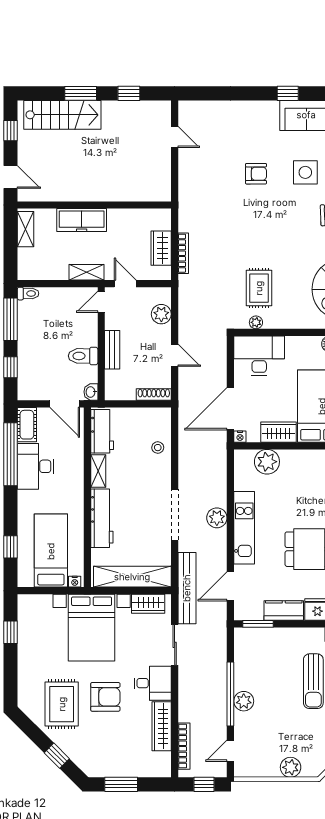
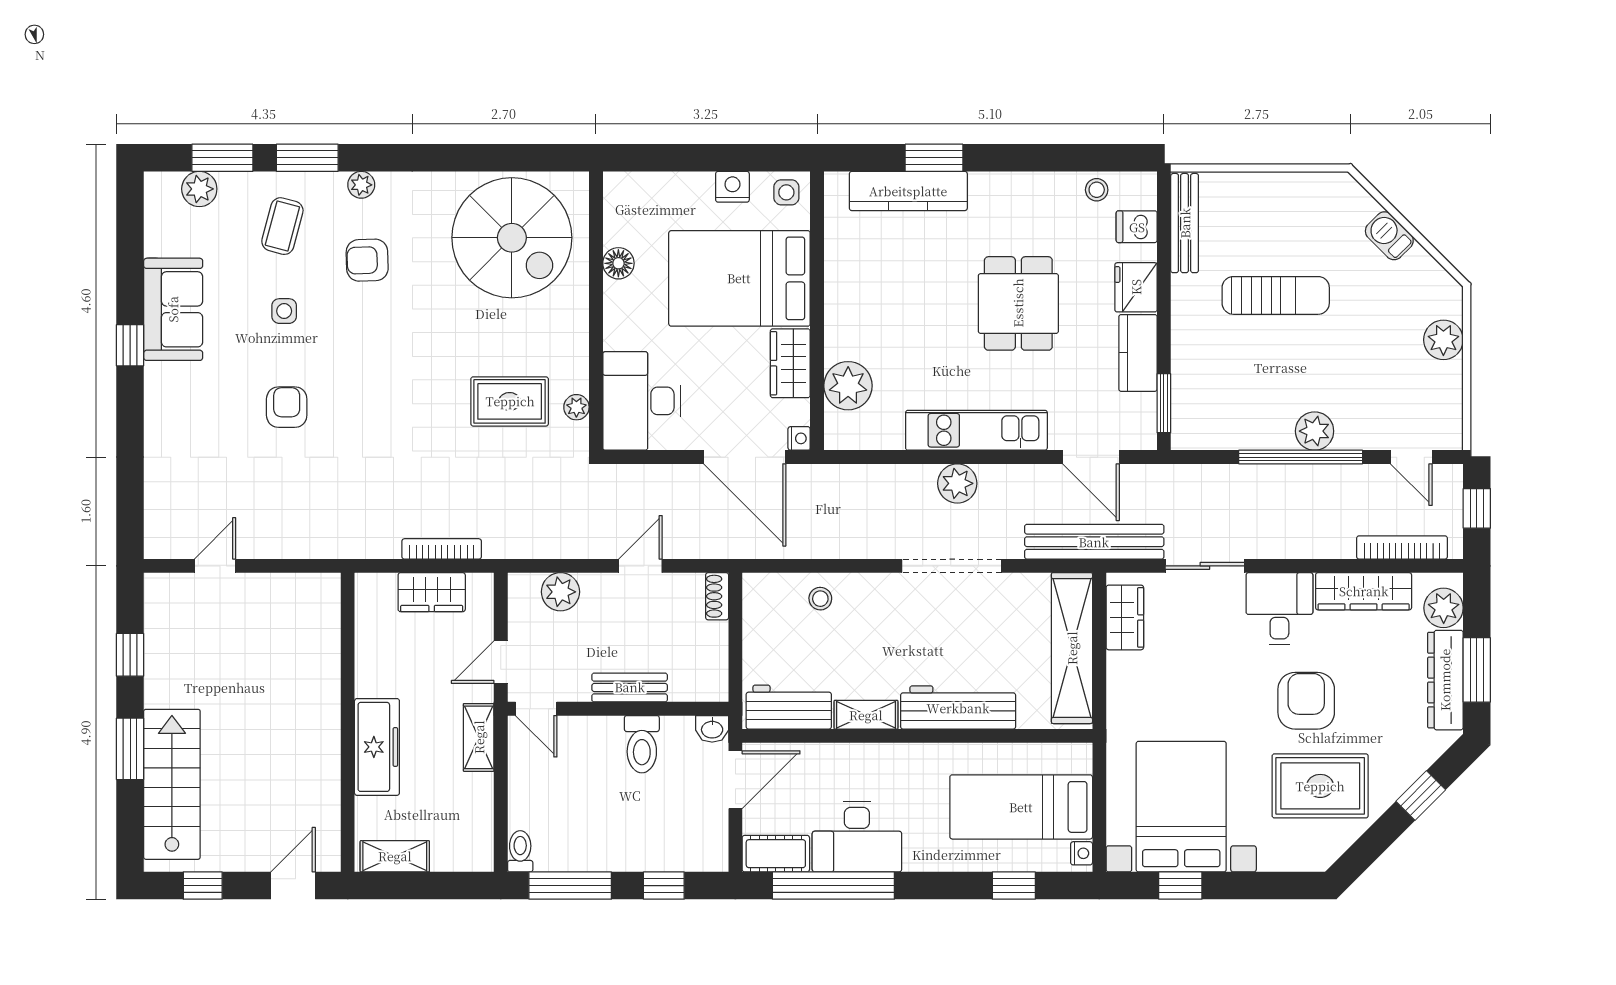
side table: (305, 172) -> (284, 311), width x0.54, depth x0.54
shoe rack: (154, 395) -> (717, 596), width x0.70
nightstand: (75, 582) -> (1082, 853), moved
bed with nightstands: (92, 628) -> (1181, 807), moved, turned -90
plant: (153, 767) -> (1444, 608), added
dresser: (116, 768) -> (1445, 680), added

